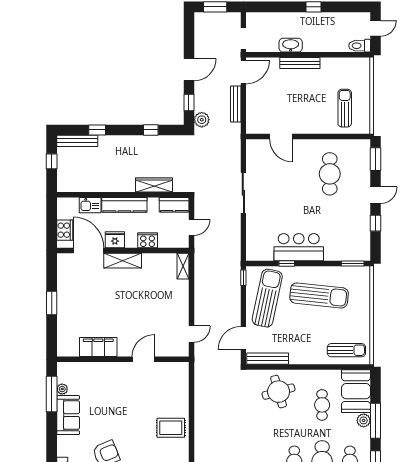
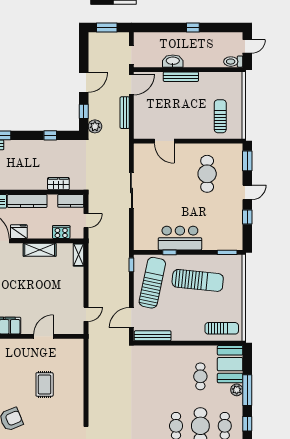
wardrobe: (154, 185) -> (58, 184), width x0.67
cooker: (148, 240) -> (61, 232), moved
shelving: (123, 261) -> (40, 250), moved
round table: (279, 392) -> (162, 365), removed
rug: (171, 428) -> (45, 384), moved, turned 90

